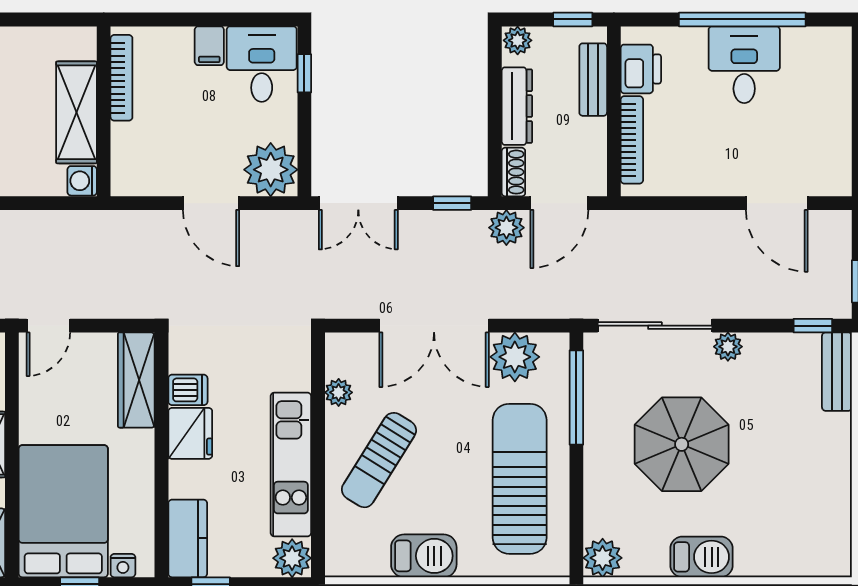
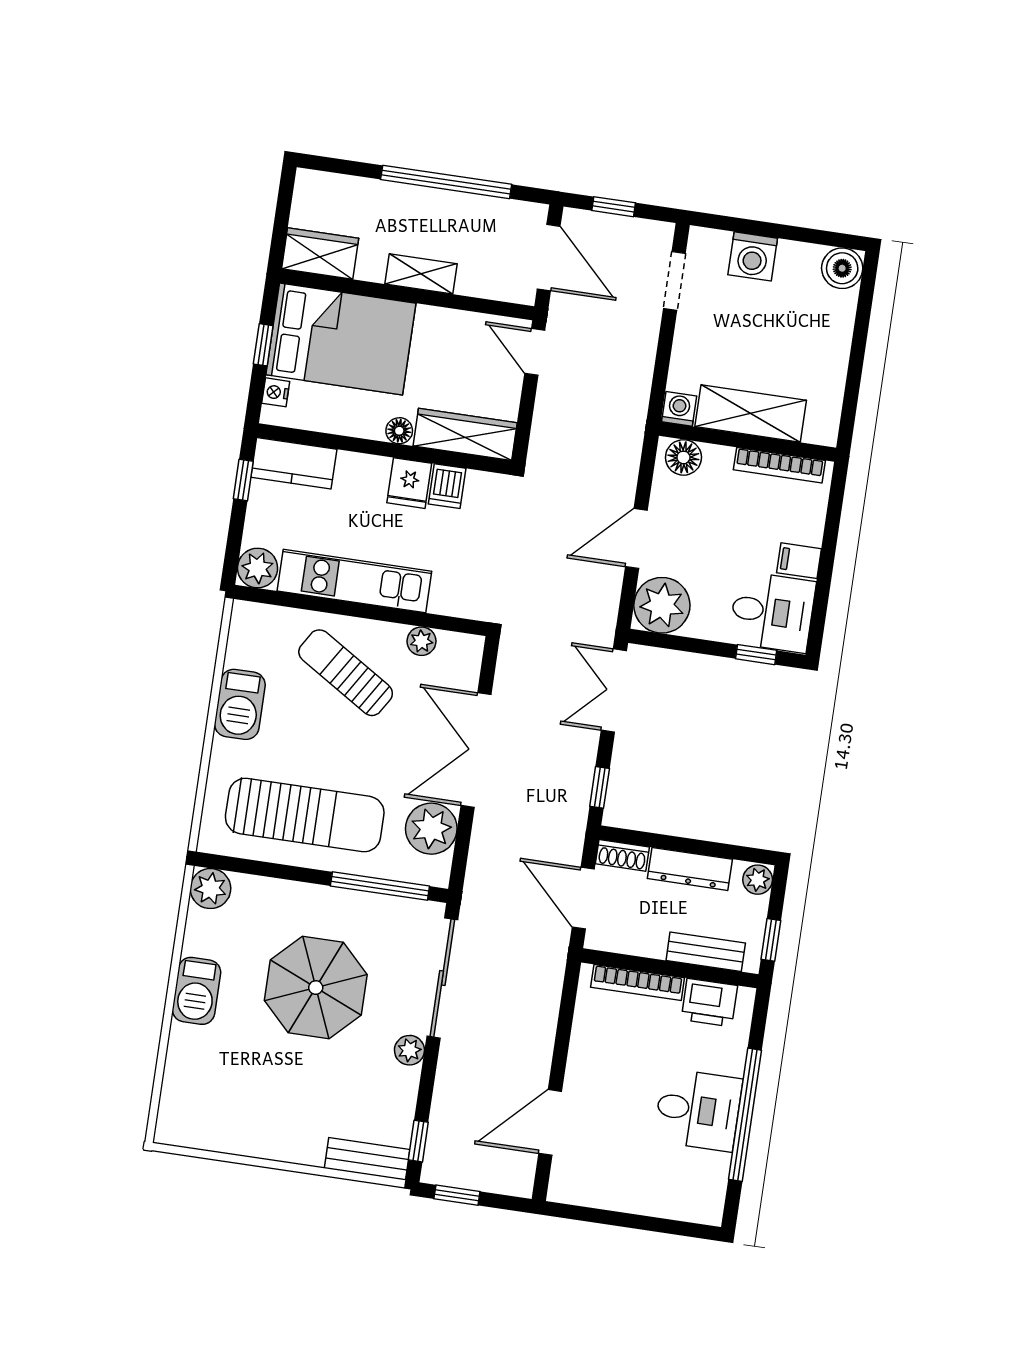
floor lamp: (128, 170) -> (683, 457), added
plant: (506, 228) -> (566, 840), removed
fridge: (190, 433) -> (409, 483), width x0.72
floor lamp: (142, 443) -> (399, 431), added

